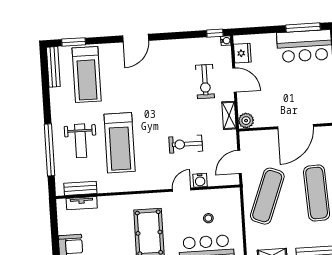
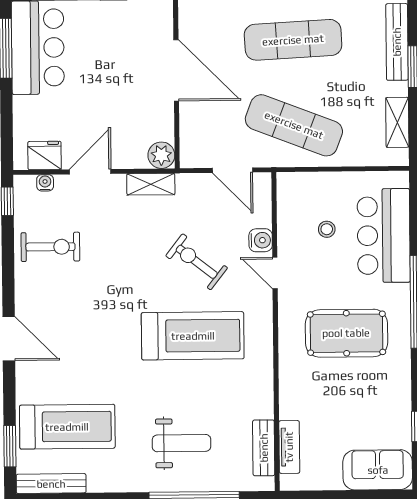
water cooler: (226, 41) -> (45, 183), moved
exercise bike: (205, 81) -> (50, 247), moved
treadmill: (120, 143) -> (193, 336), moved
exercise bike: (186, 144) -> (197, 262), turned 128

